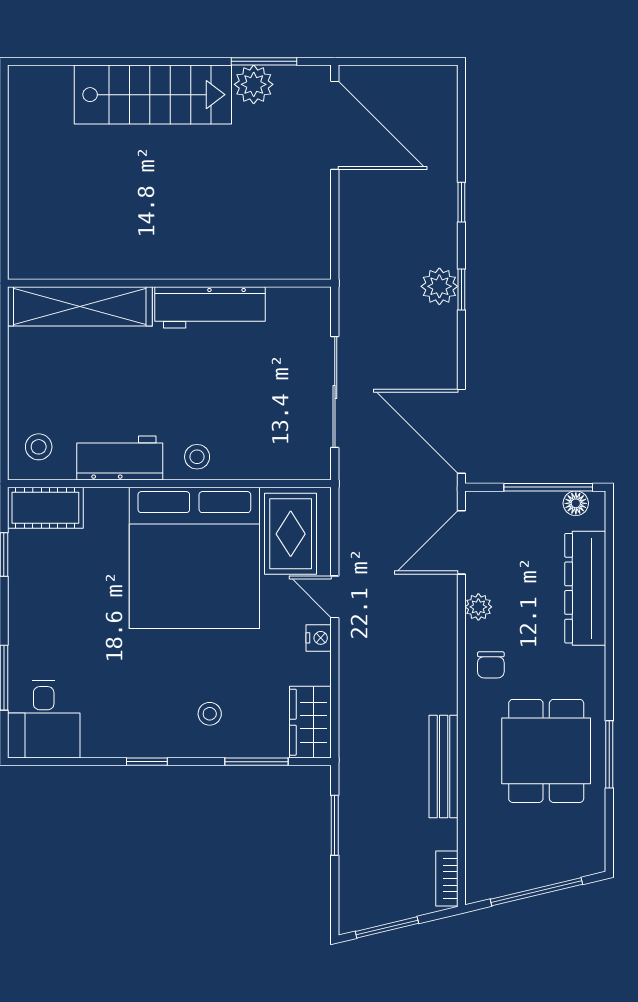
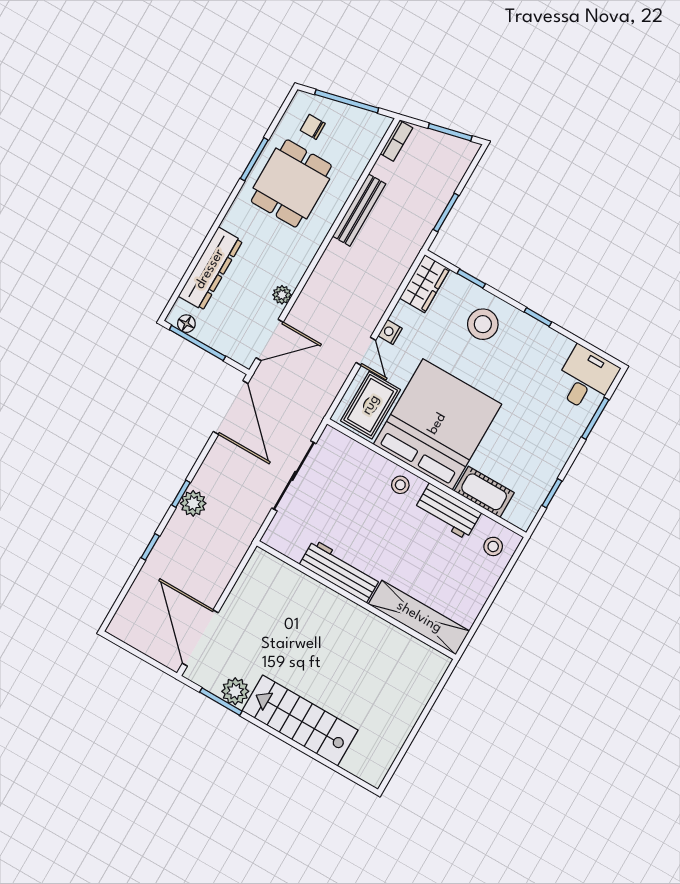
cot: (45, 508) -> (484, 492), moved
chair: (491, 665) -> (313, 127), moved, turned -90
stool: (210, 714) -> (483, 324), width x1.89, depth x1.89
window: (256, 762) -> (471, 279), width x0.67

